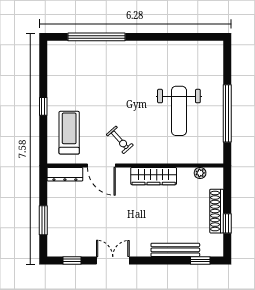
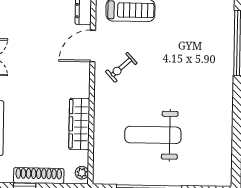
plant: (200, 173) -> (82, 173), moved
wardrobe: (154, 176) -> (79, 124), moved

